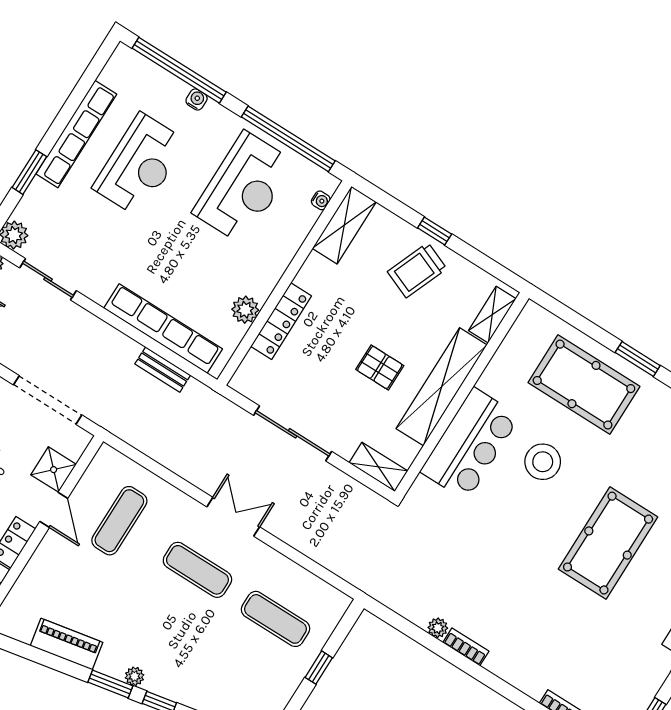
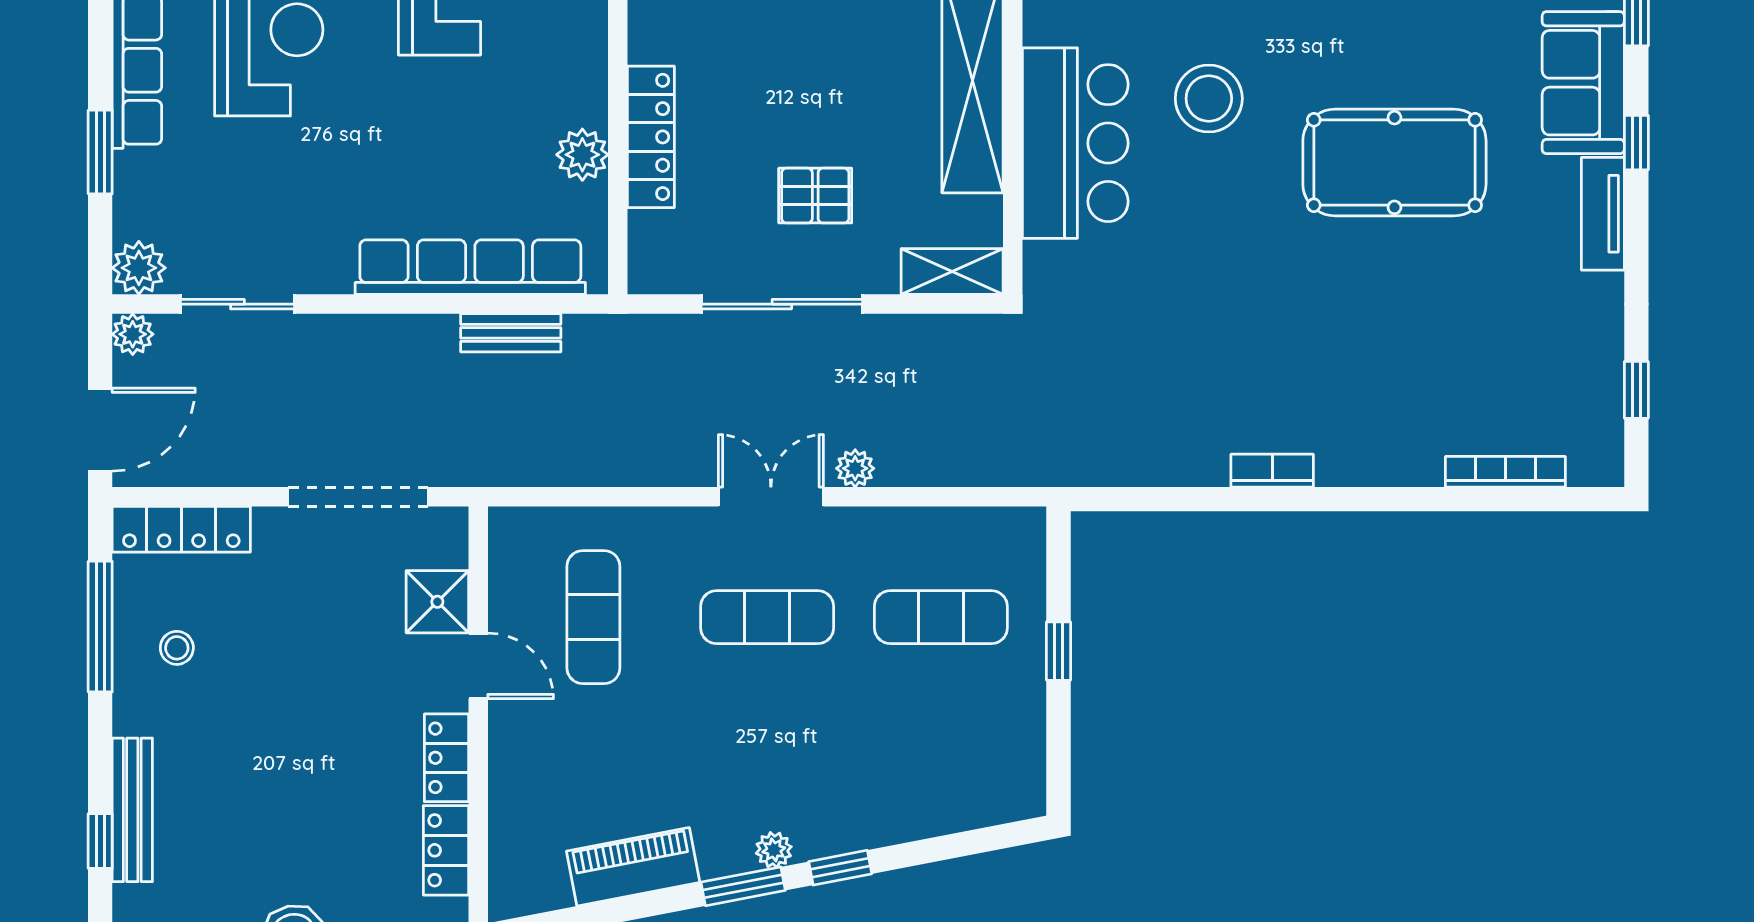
pallet: (380, 367) -> (815, 196), moved
pool table: (608, 543) -> (1394, 162), turned 90
plant: (438, 628) -> (855, 468), moved

